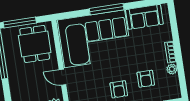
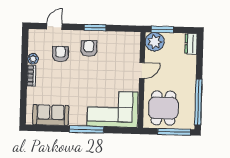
corner sofa: (95, 39) -> (112, 109), width x0.73, depth x0.74
door: (63, 77) -> (142, 70), hinge flipped

